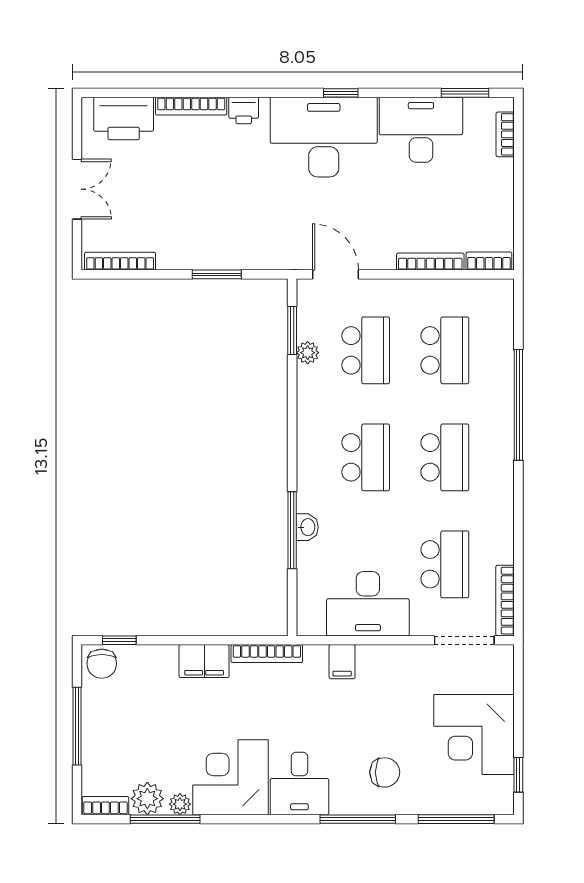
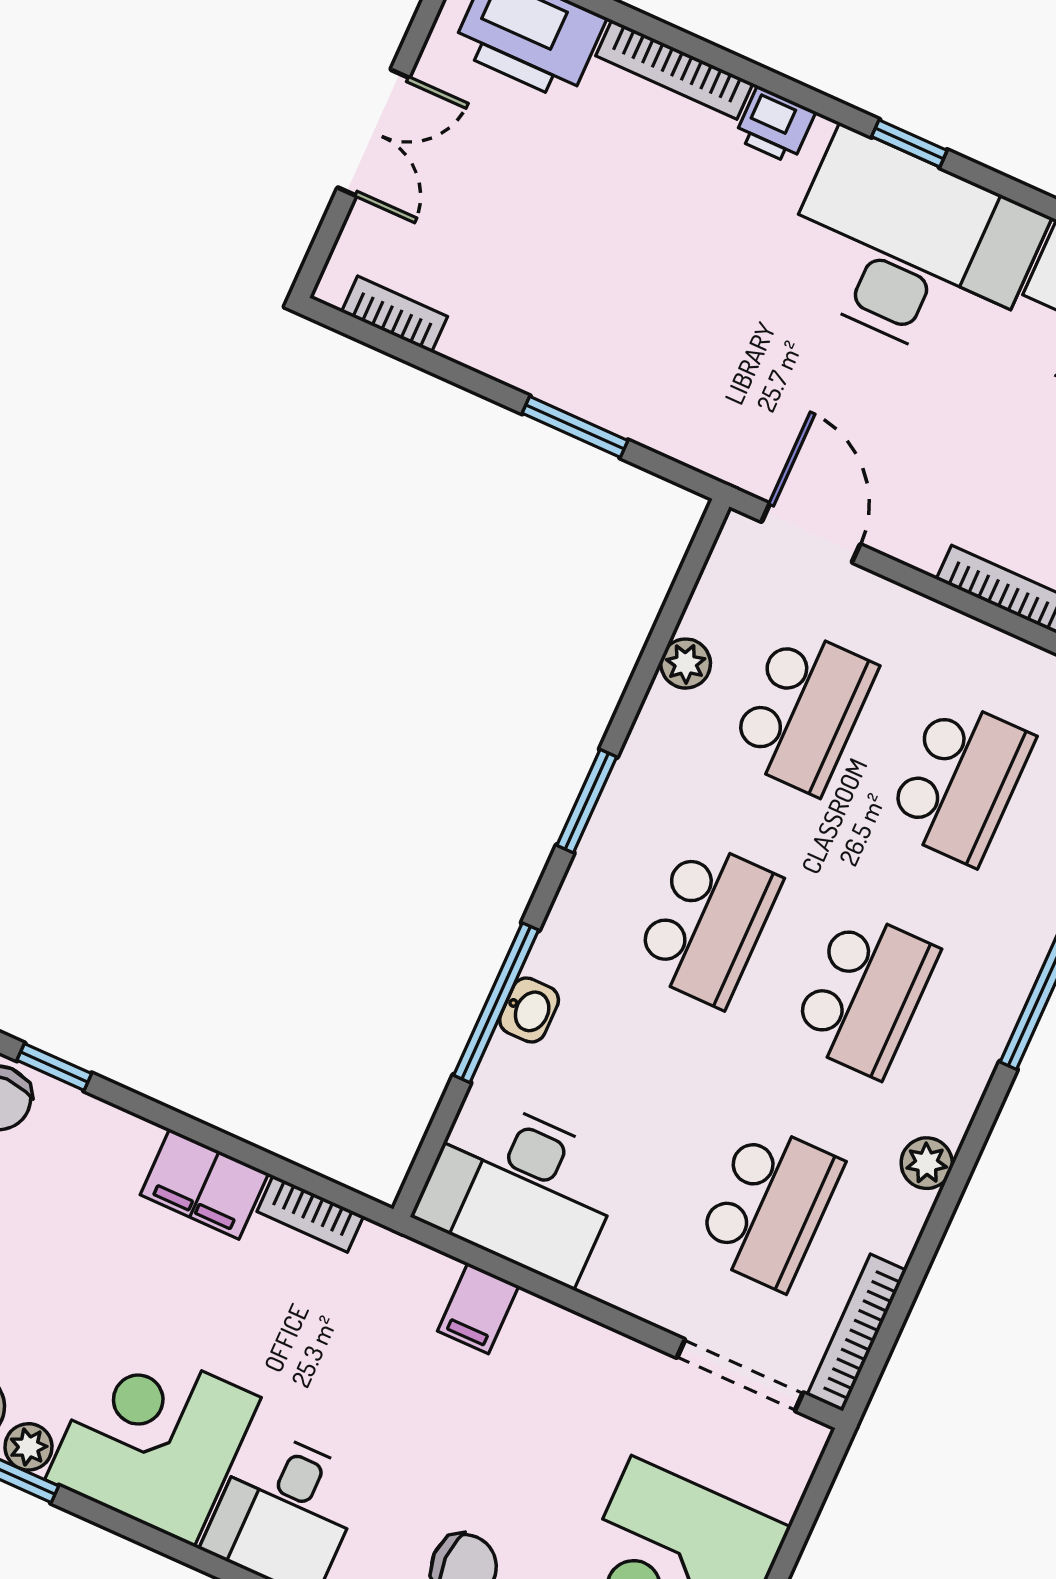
window: (341, 93) -> (909, 143), moved
bookcase: (120, 261) -> (395, 314), width x0.64
window: (292, 331) -> (587, 801), moved
plant: (503, 516) -> (927, 1163), added
desk: (368, 604) -> (521, 1189), moved
bookcase: (267, 654) -> (310, 1214), width x0.64

